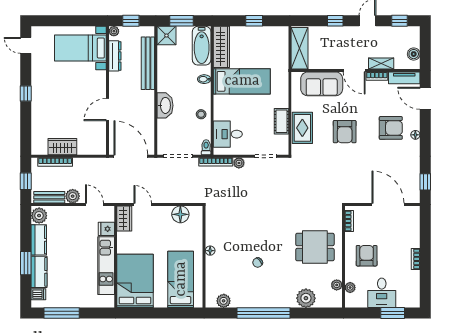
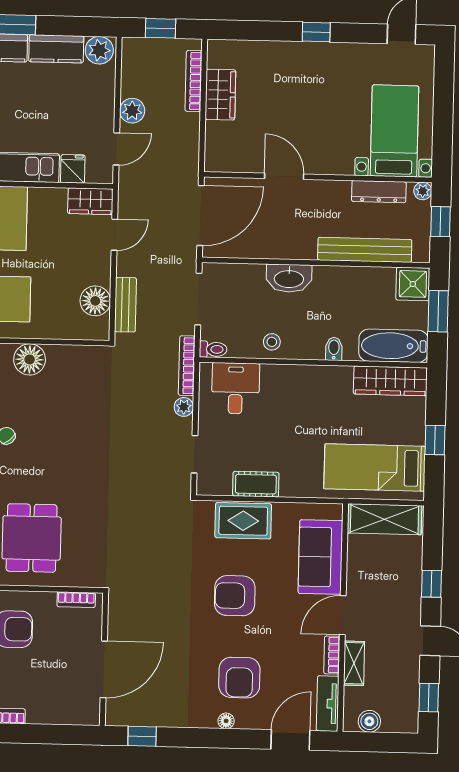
bed: (242, 81) -> (375, 468), moved, turned 90
bench: (49, 197) -> (125, 305), moved
floor lamp: (210, 251) -> (30, 359), width x1.89, depth x1.89

